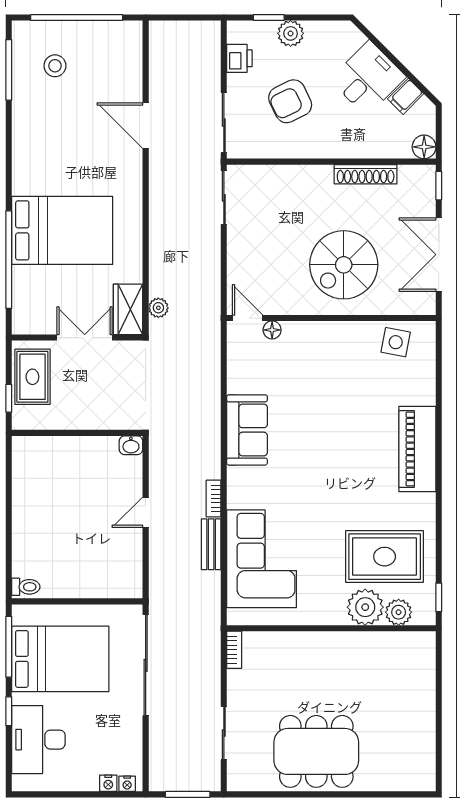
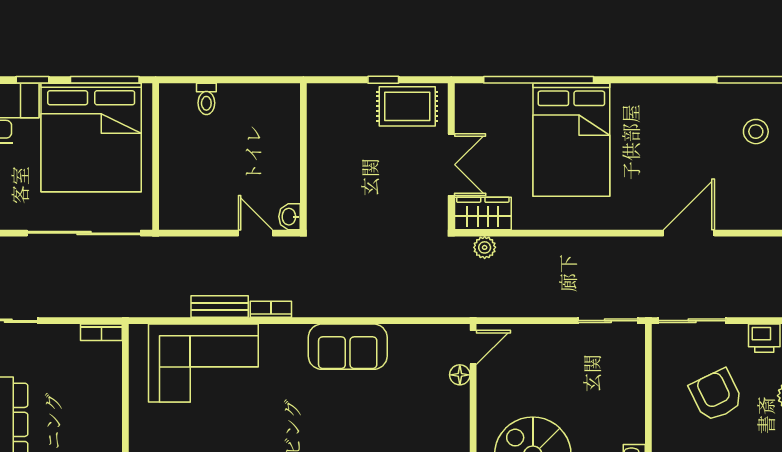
wall: (77, 433) -> (303, 156), moved
washbasin: (131, 445) -> (290, 217), moved
toilet: (26, 587) -> (206, 99), moved
bed: (60, 659) -> (91, 137), width x1.36

